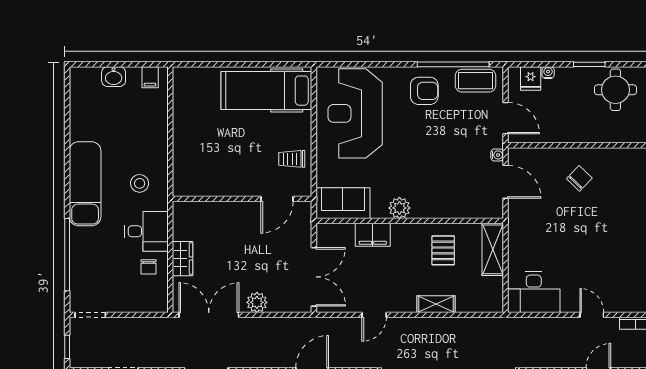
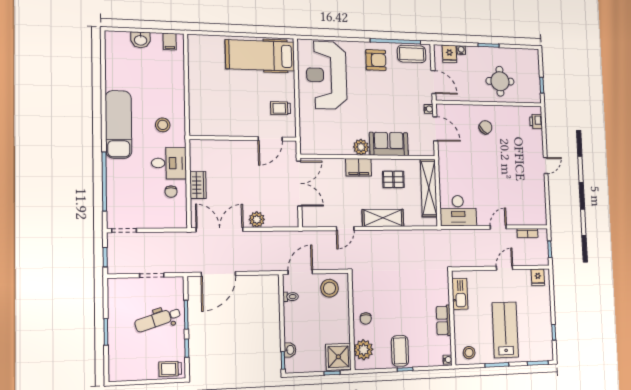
round table: (615, 90) -> (500, 81), moved
sofa: (343, 203) -> (389, 144), moved
filing cabinet: (373, 235) -> (359, 167), moved
shelving: (493, 249) -> (429, 188), width x1.47
pallet: (443, 250) -> (393, 179), turned 90
double door: (314, 277) -> (299, 183), moved
shelving: (436, 304) -> (383, 218), width x1.50, depth x1.33
door: (592, 315) -> (498, 227), hinge flipped

